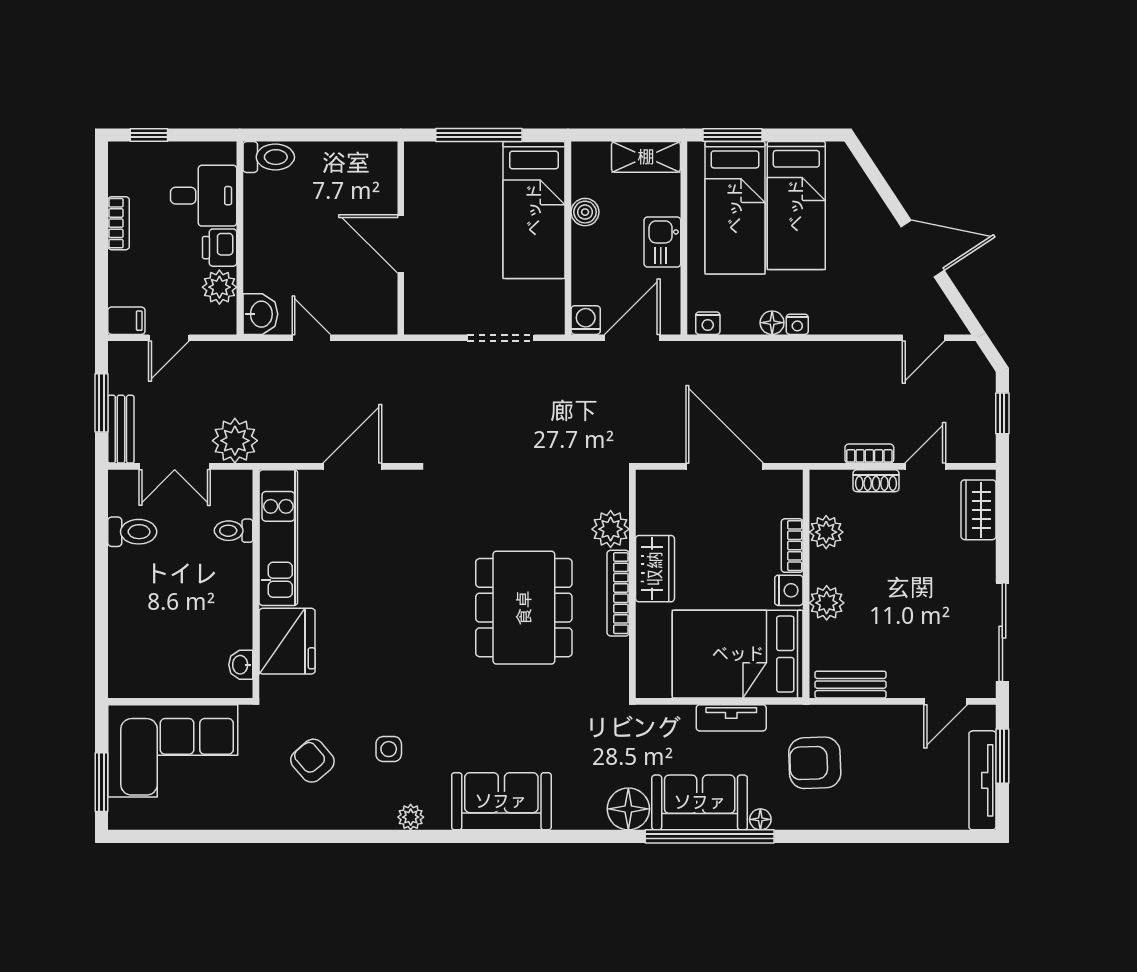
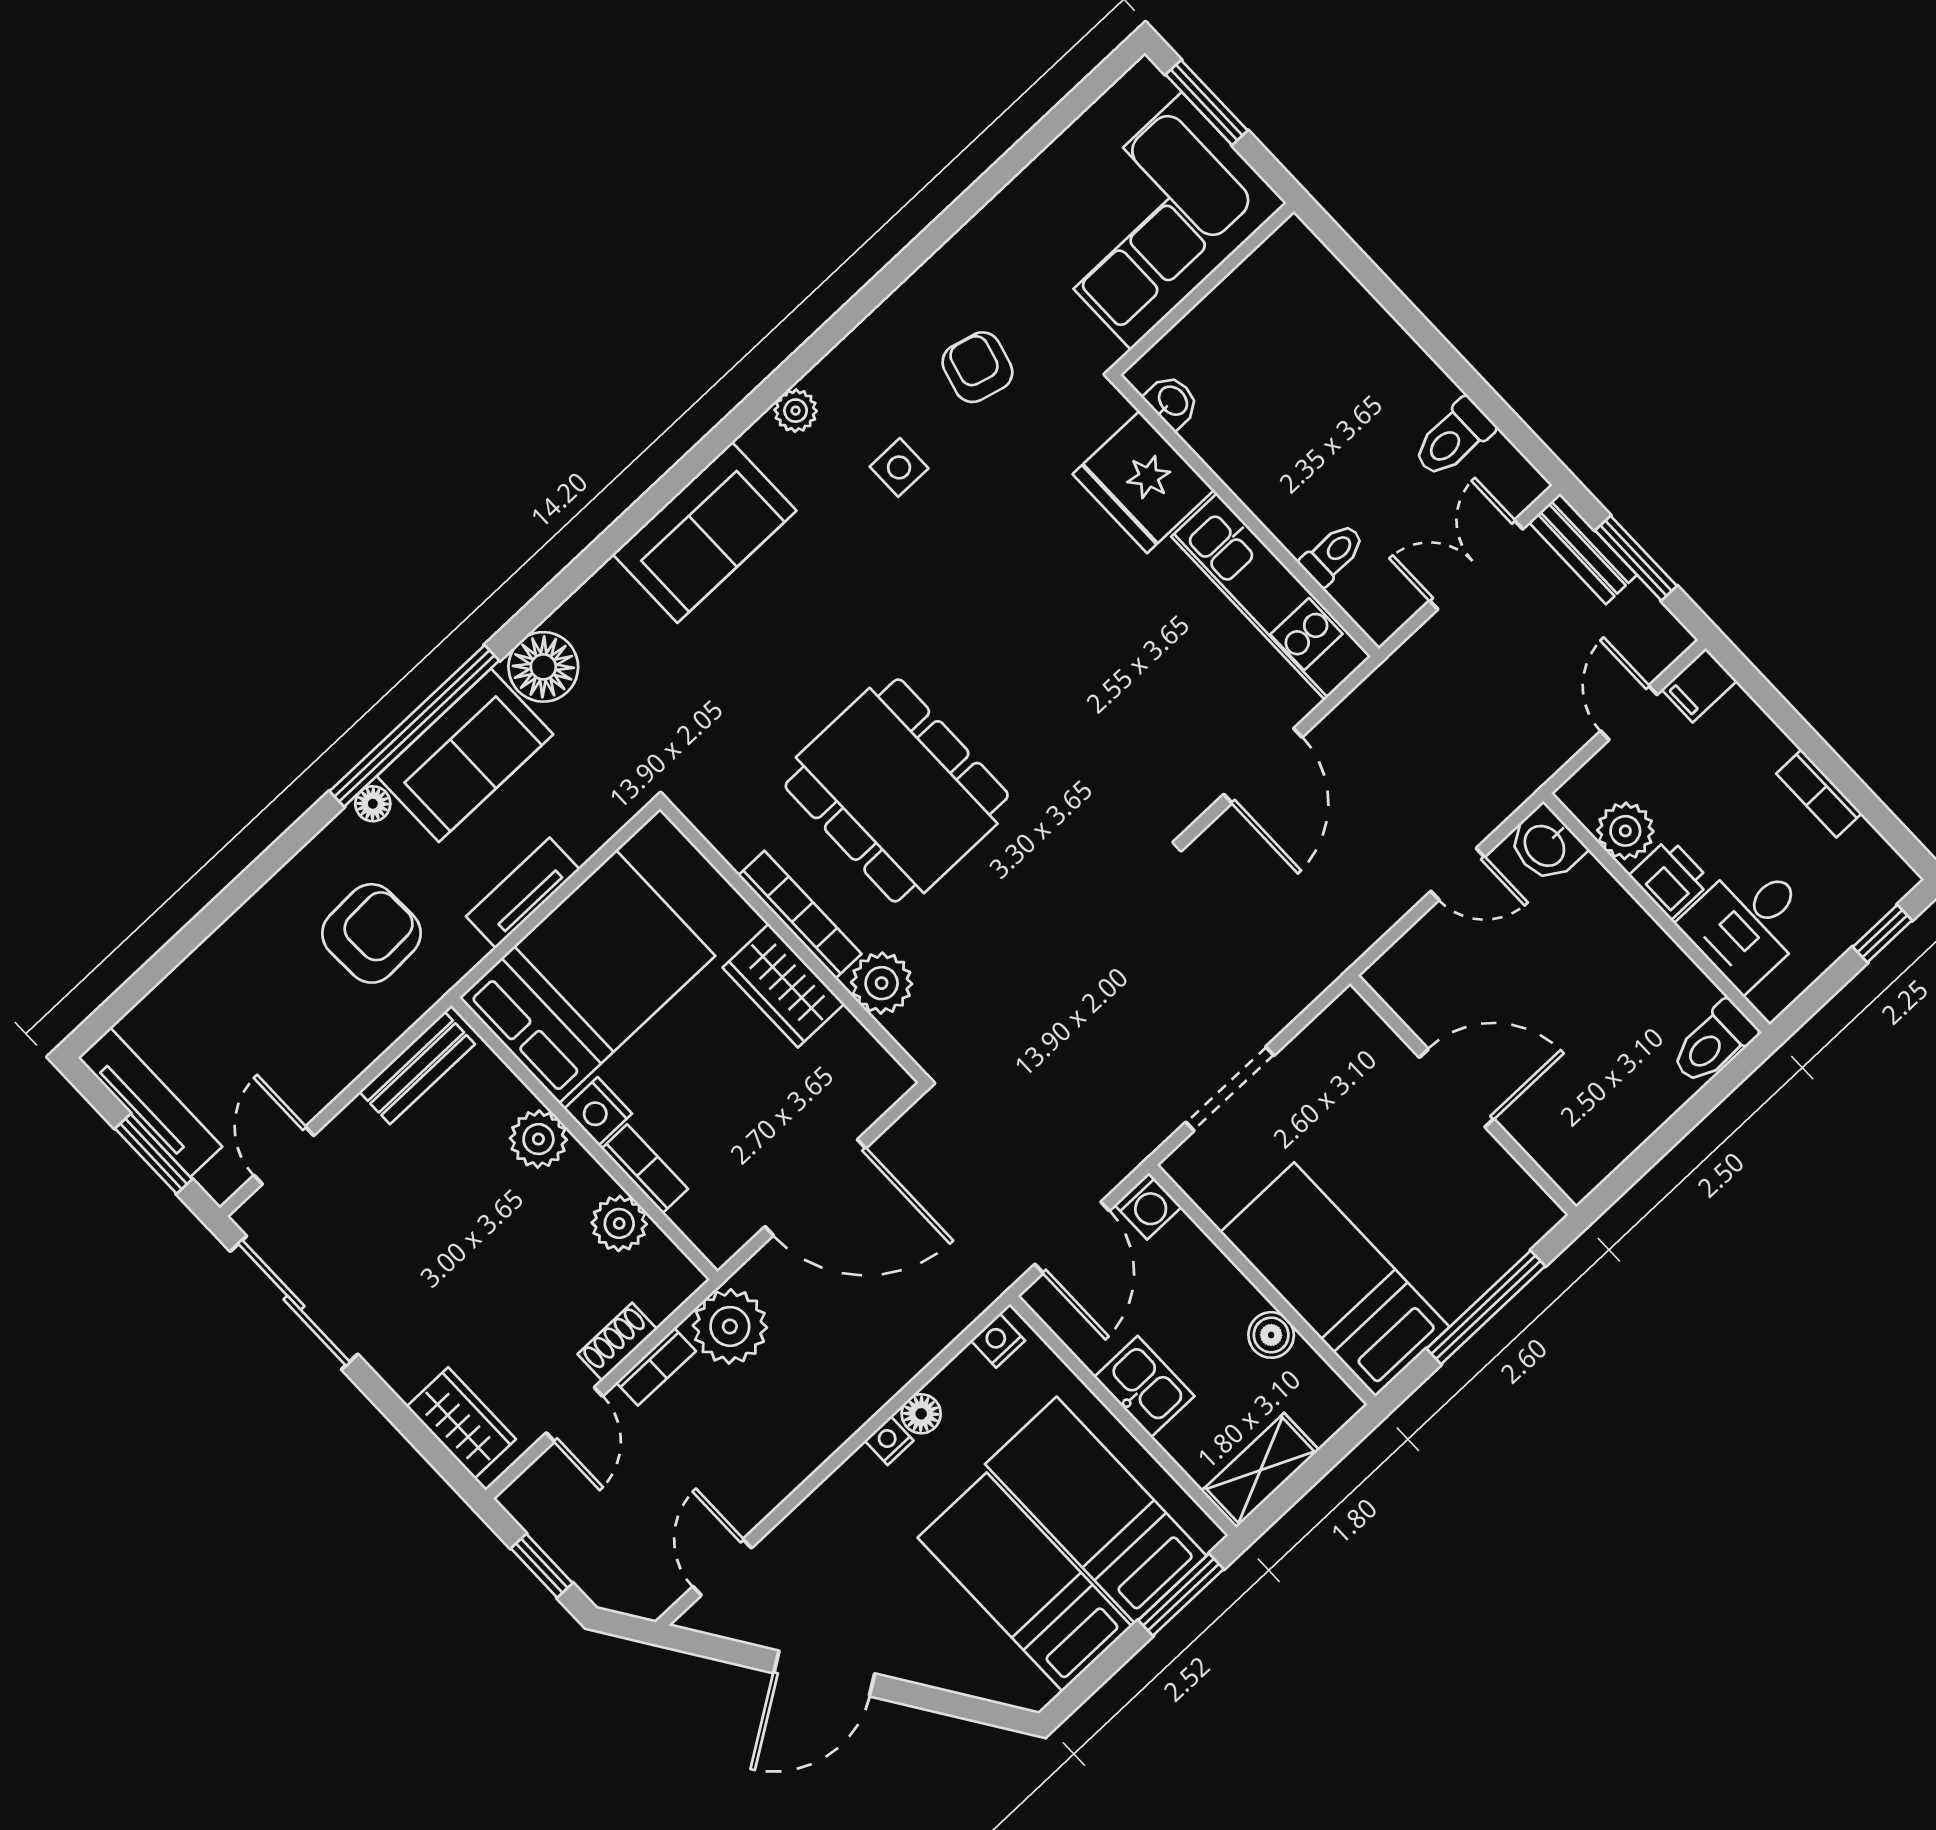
plant: (235, 441) -> (730, 1326), moved
armchair: (312, 761) -> (977, 367), turned -124

